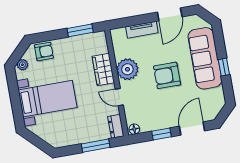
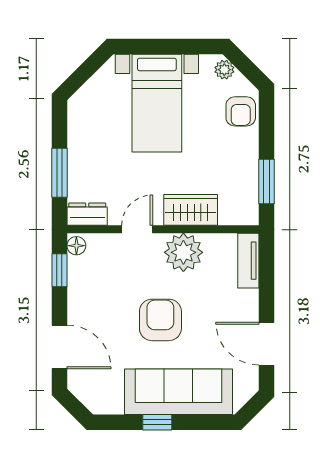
tv unit: (142, 30) -> (248, 261), moved
window: (161, 134) -> (59, 270), moved

